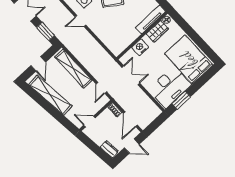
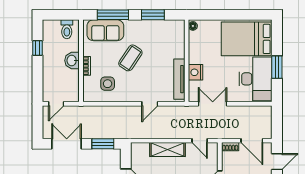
tv unit: (150, 19) -> (179, 79), moved
door: (80, 21) -> (150, 104), moved
wardrobe: (157, 31) -> (196, 44), removed
shelving: (73, 69) -> (167, 150), width x0.68
window: (181, 100) -> (277, 67), moved

